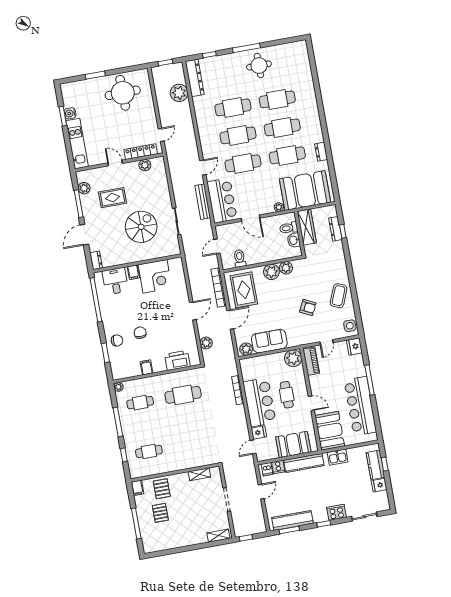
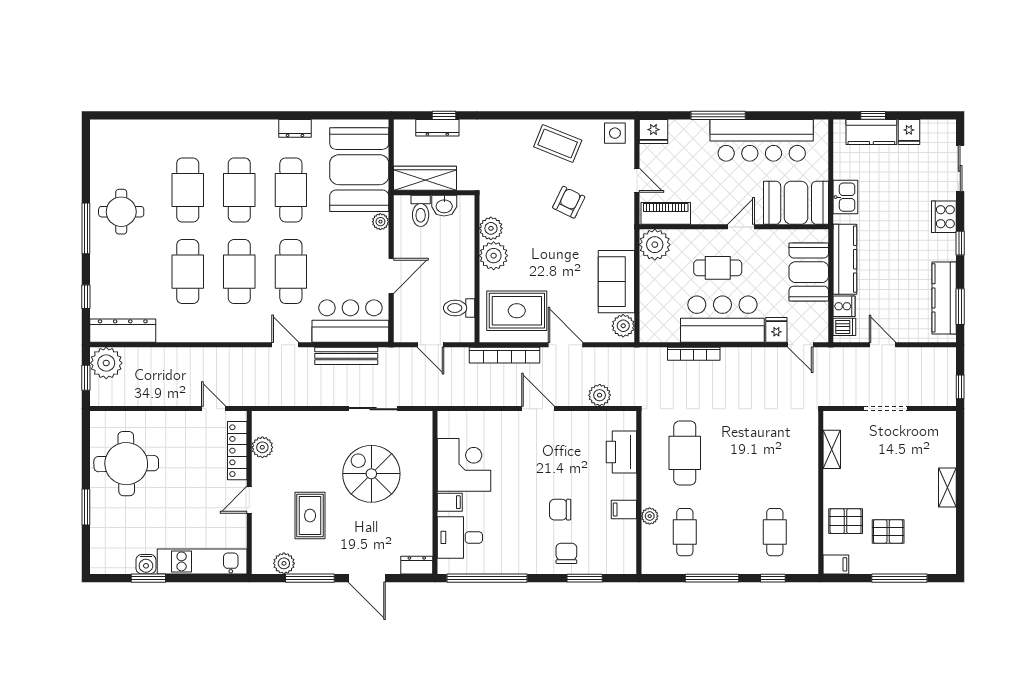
plant: (179, 93) -> (106, 363), moved
plant: (118, 387) -> (650, 516), moved
shelving: (218, 536) -> (947, 487), moved

